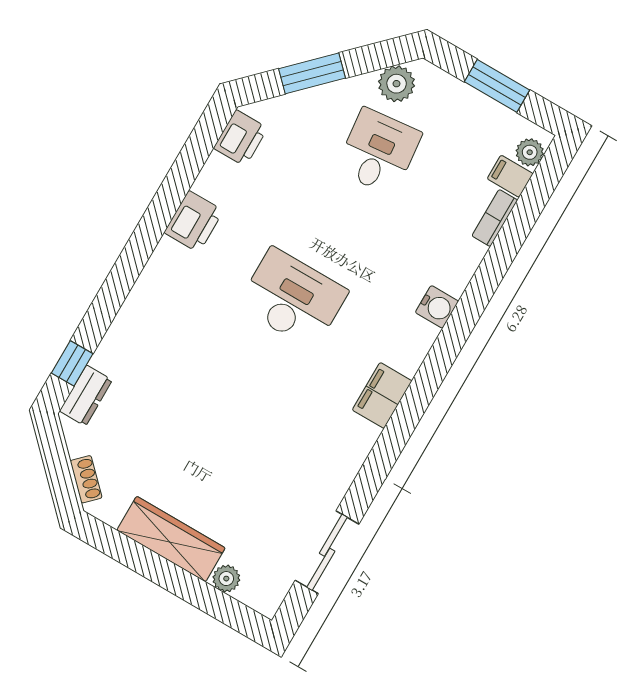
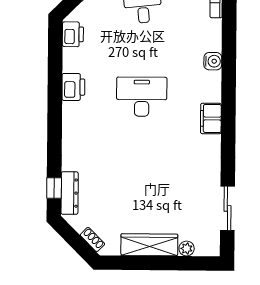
dresser: (86, 396) -> (70, 193), width x1.44

